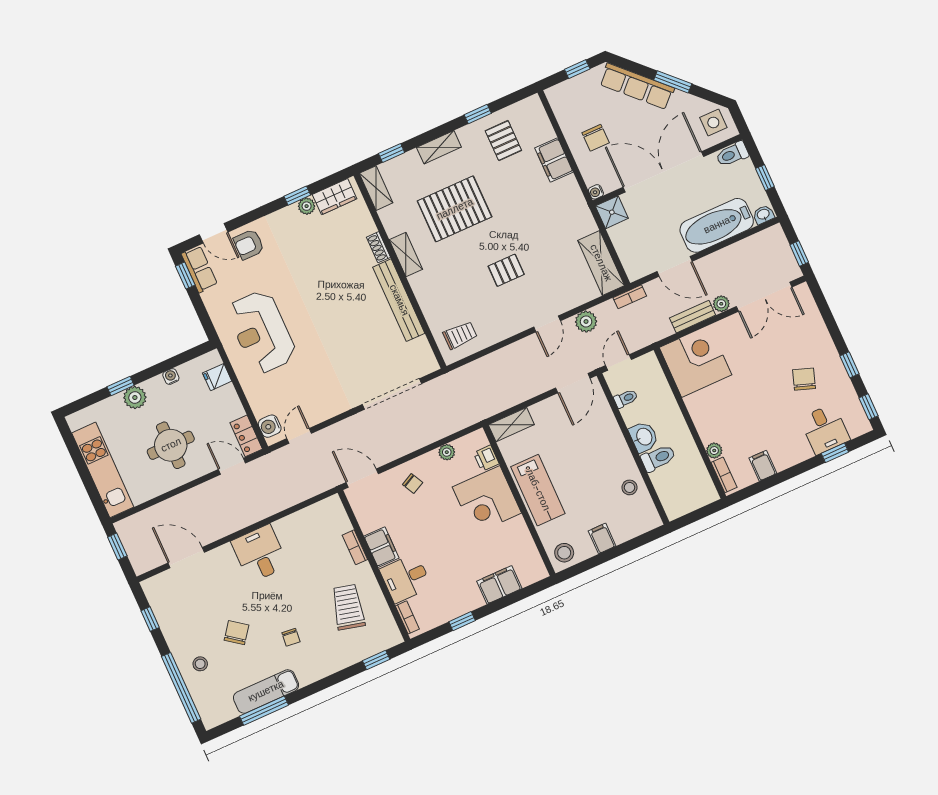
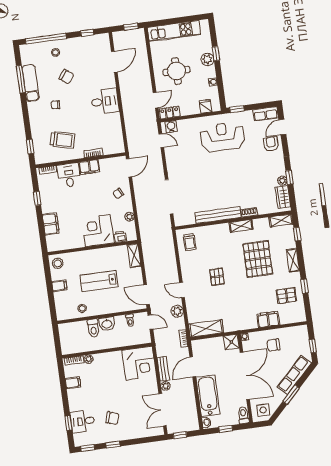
window: (185, 276) -> (237, 109), moved
lab bench: (538, 490) -> (99, 281), moved

